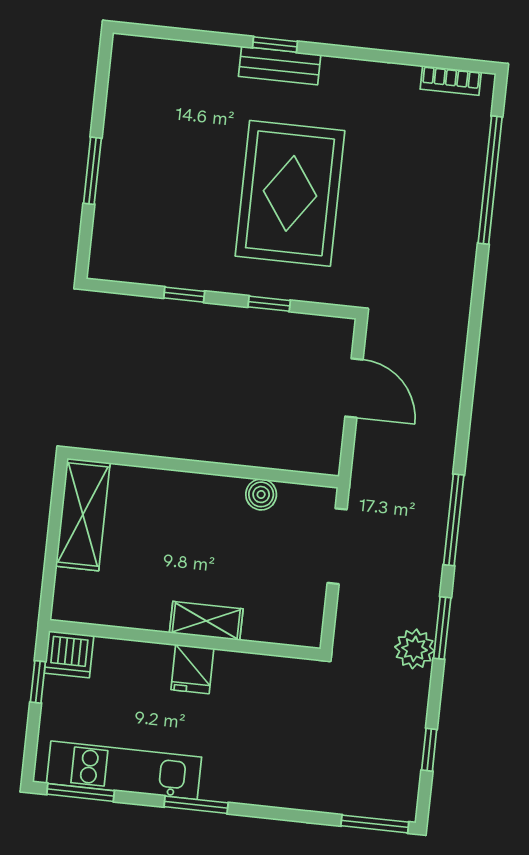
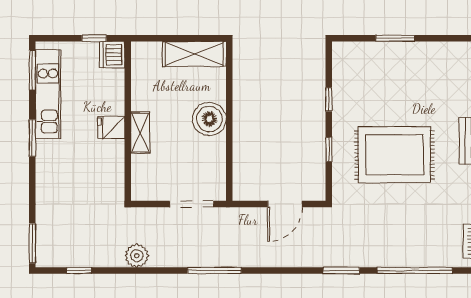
boiler: (261, 494) -> (209, 119), moved, width x1.86, depth x1.86
window: (442, 628) -> (341, 270), moved

